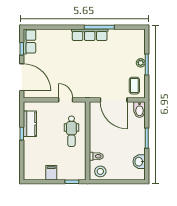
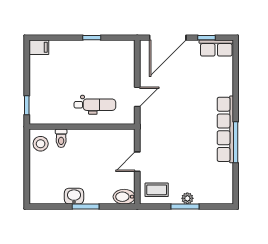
row of seats: (90, 35) -> (225, 129), width x1.36
door: (114, 100) -> (137, 162), width x0.53
kitchen counter: (30, 124) -> (105, 49), removed
dental chair: (71, 131) -> (95, 105), turned 180
washbasin: (139, 162) -> (74, 196), moved
filing cabinet: (51, 173) -> (39, 47), moved

